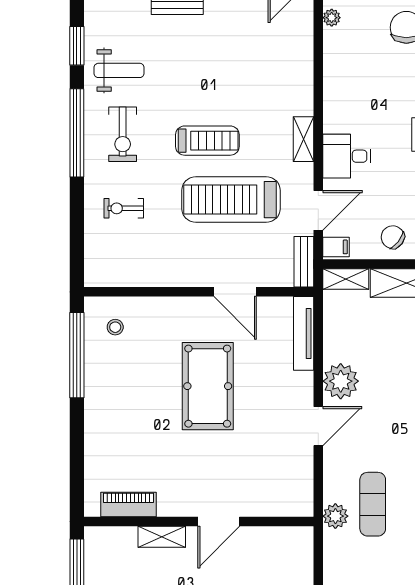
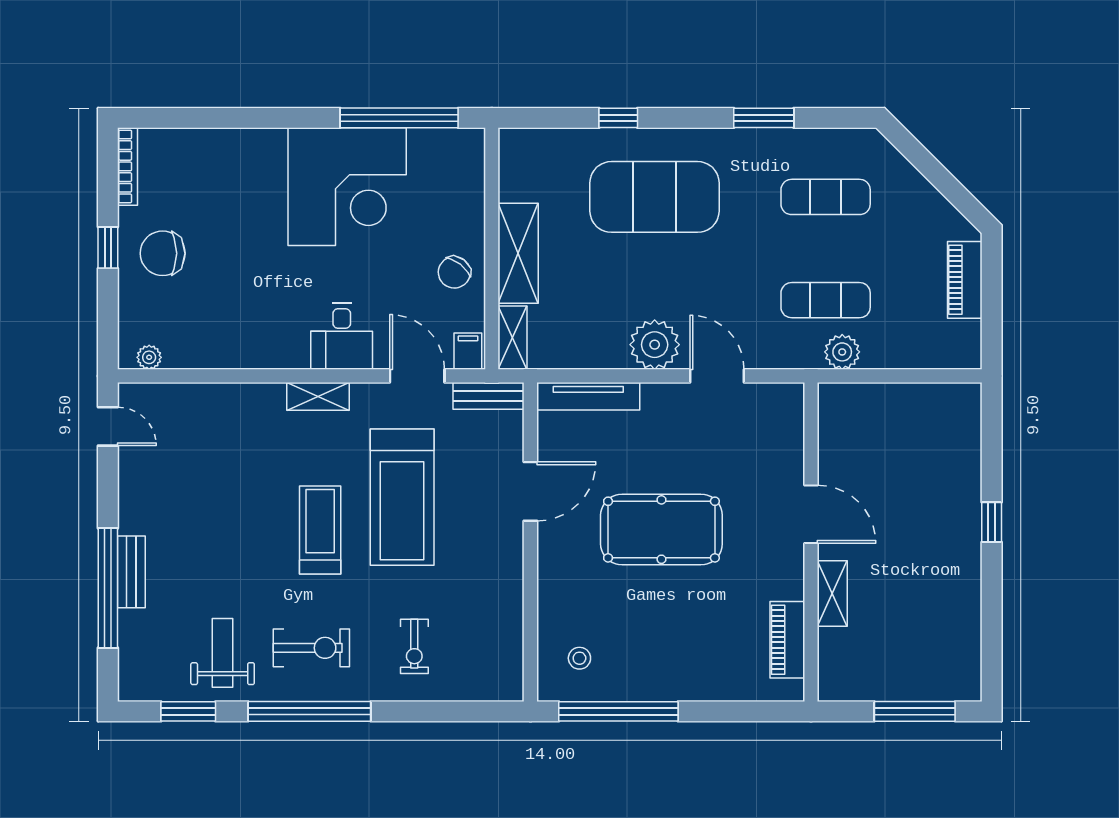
piano: (128, 505) -> (787, 640), moved
wall: (199, 522) -> (811, 542), moved
door: (219, 522) -> (811, 514), moved
shelving: (162, 537) -> (832, 594), moved

